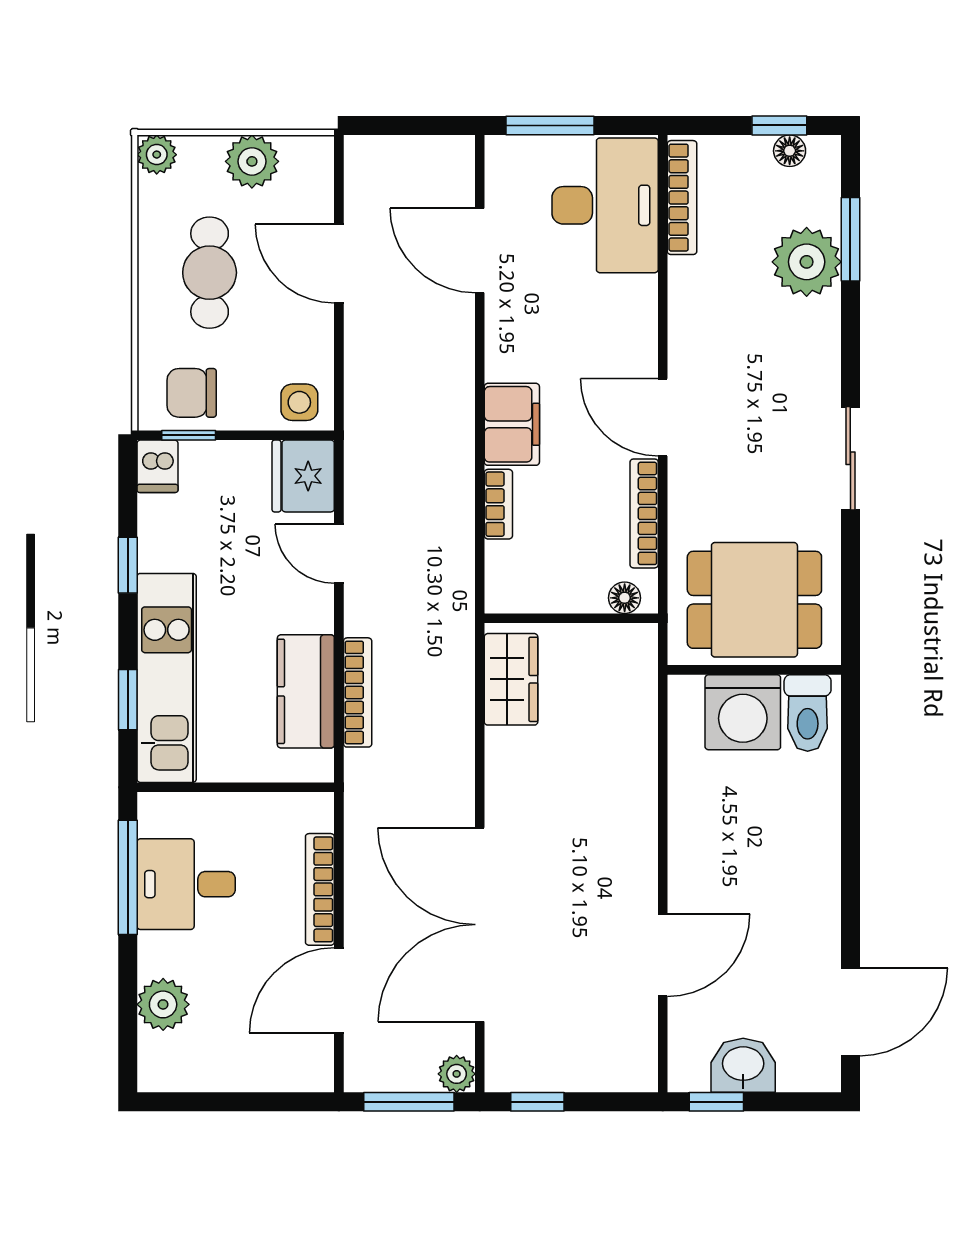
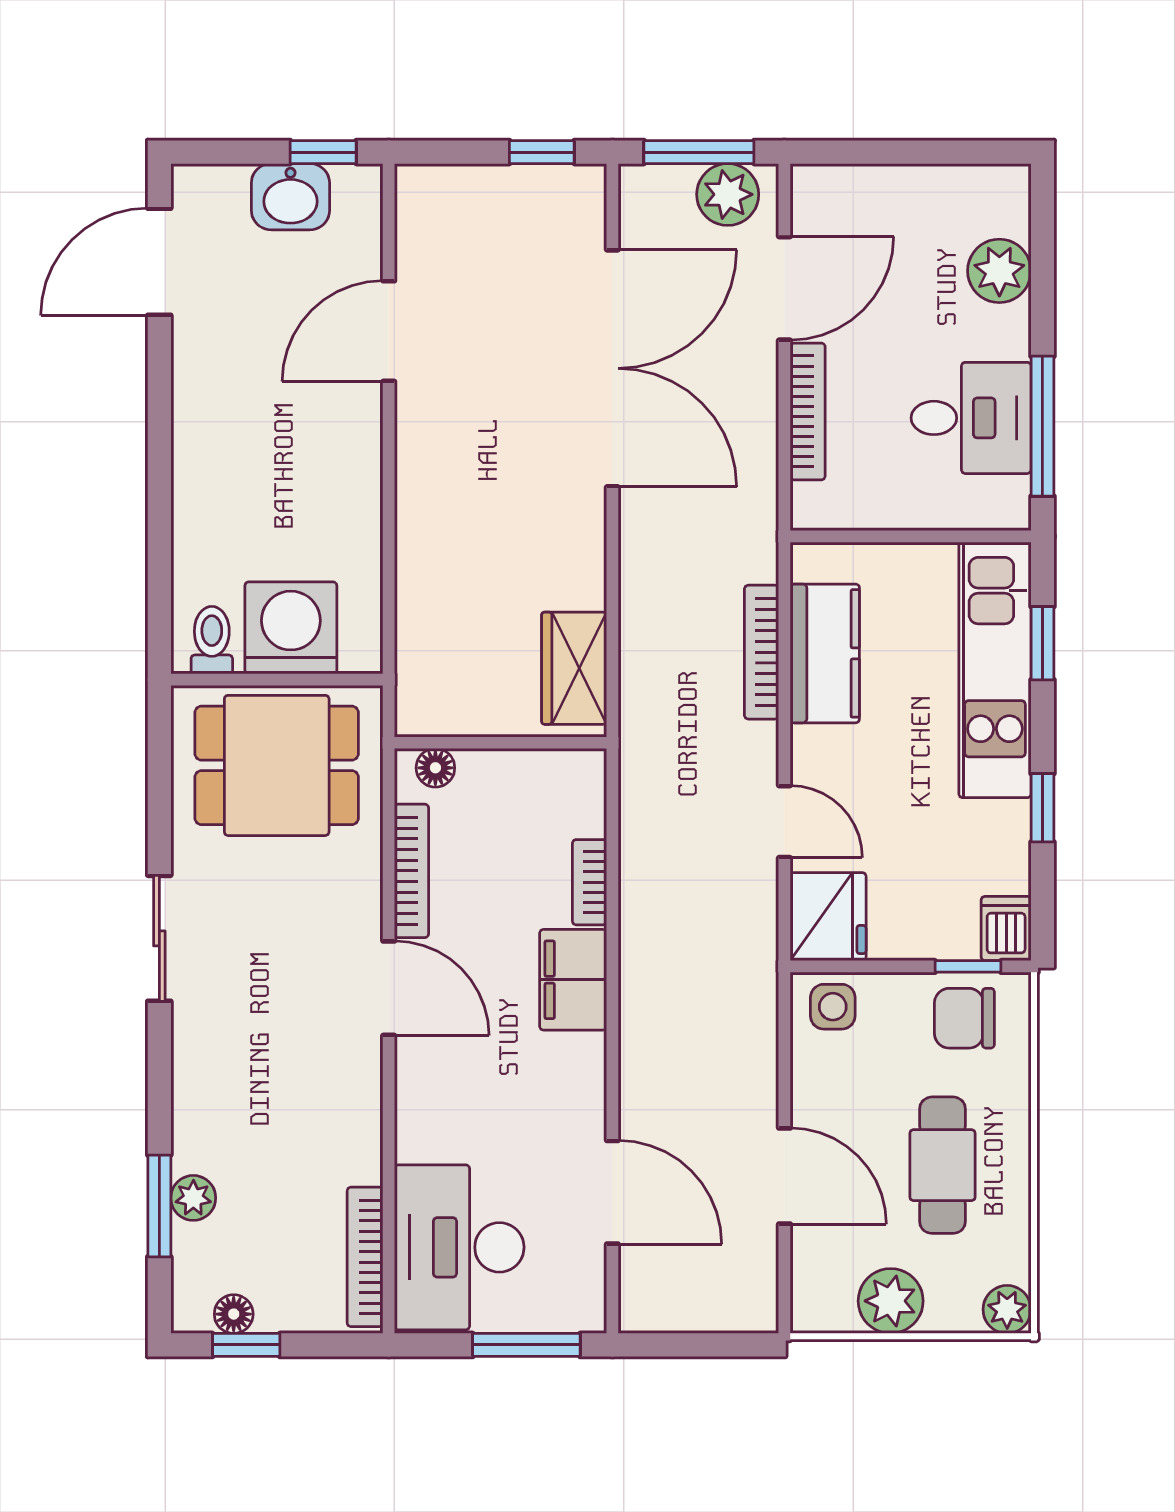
plant: (807, 262) -> (193, 1198), width x0.53, depth x0.53
chair: (192, 393) -> (964, 1018), turned 180
toilet: (808, 713) -> (212, 640), width x0.73, depth x0.72
plant: (457, 1074) -> (728, 194), moved, width x1.38, depth x1.38

